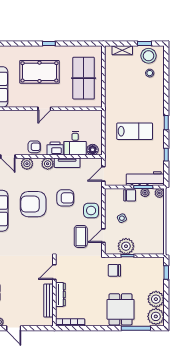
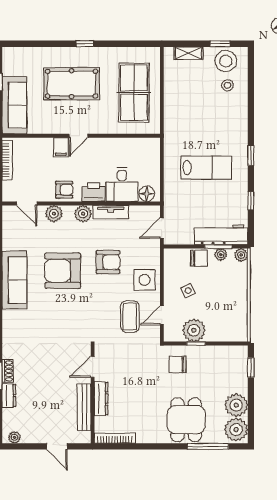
filing cabinet: (32, 117) -> (61, 147), added
door: (14, 328) -> (57, 446), moved

